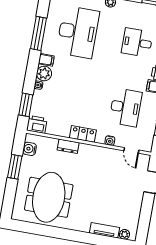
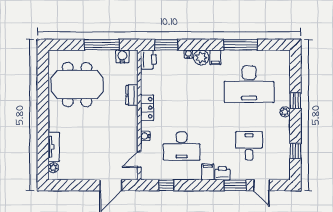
window: (15, 167) -> (102, 45), width x1.44

